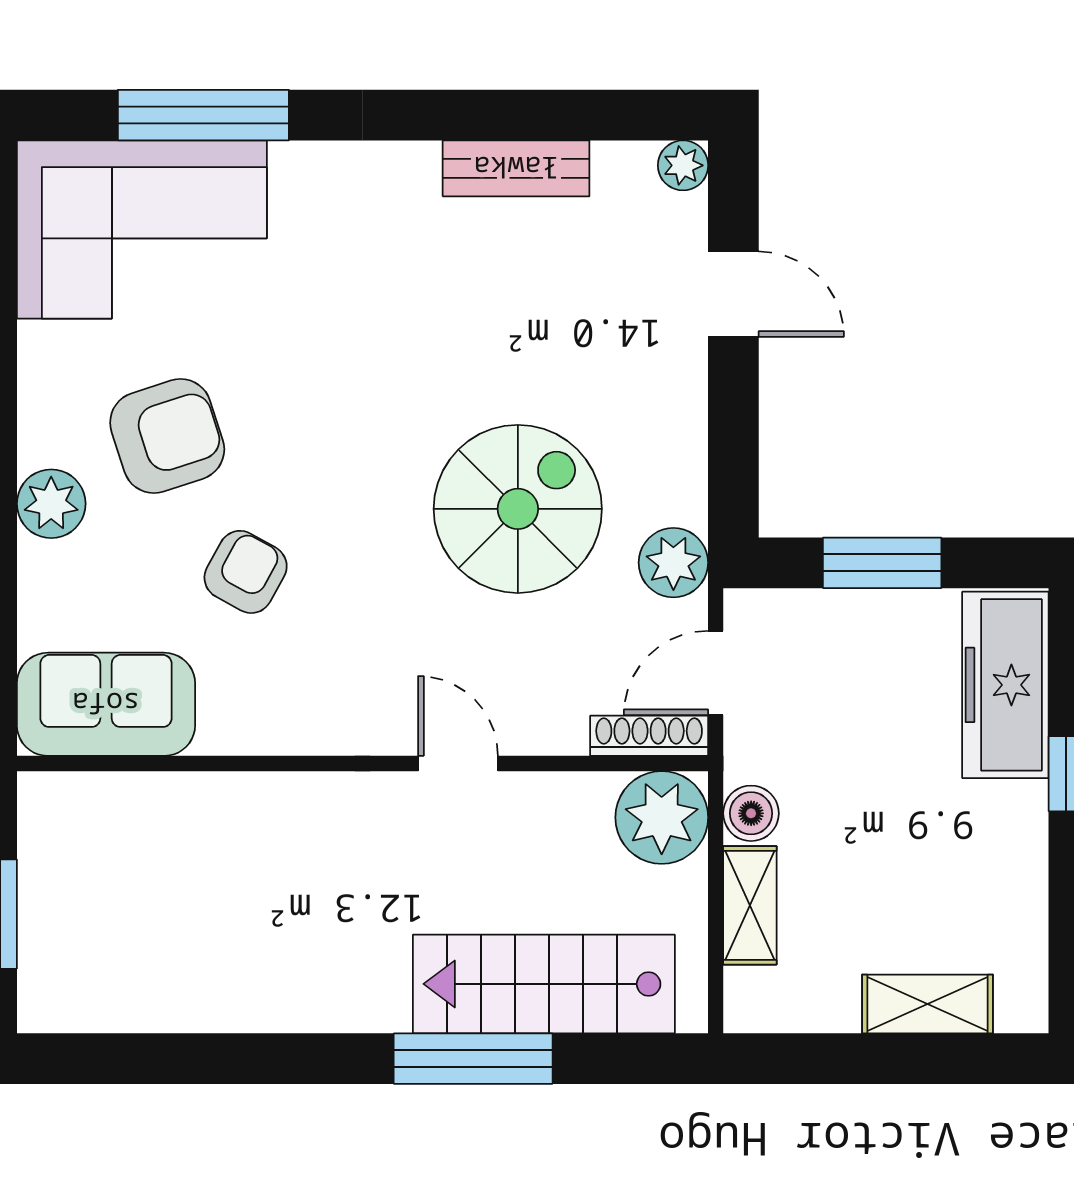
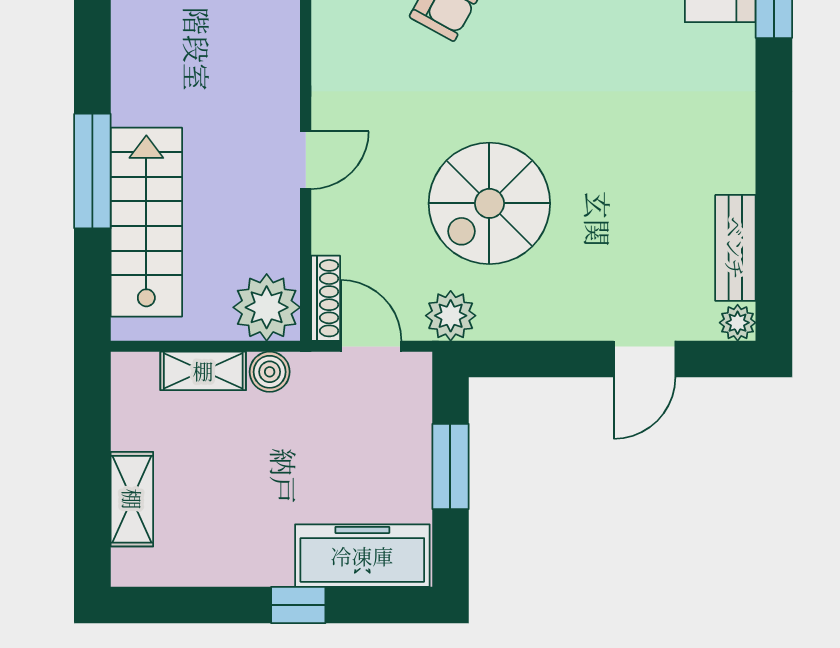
bench: (516, 168) -> (735, 248), moved
spiral stairs: (518, 509) -> (489, 203), turned 90

